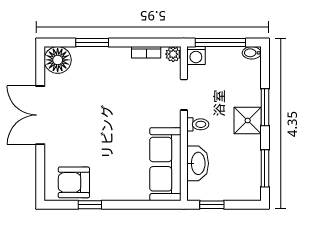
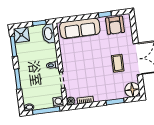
coffee table: (78, 112) -> (118, 63), added
shower: (248, 120) -> (21, 35), moved
washbasin: (198, 163) -> (49, 34), moved
sofa: (165, 164) -> (80, 28), moved, turned 90
armchair: (74, 182) -> (115, 25), turned 90

